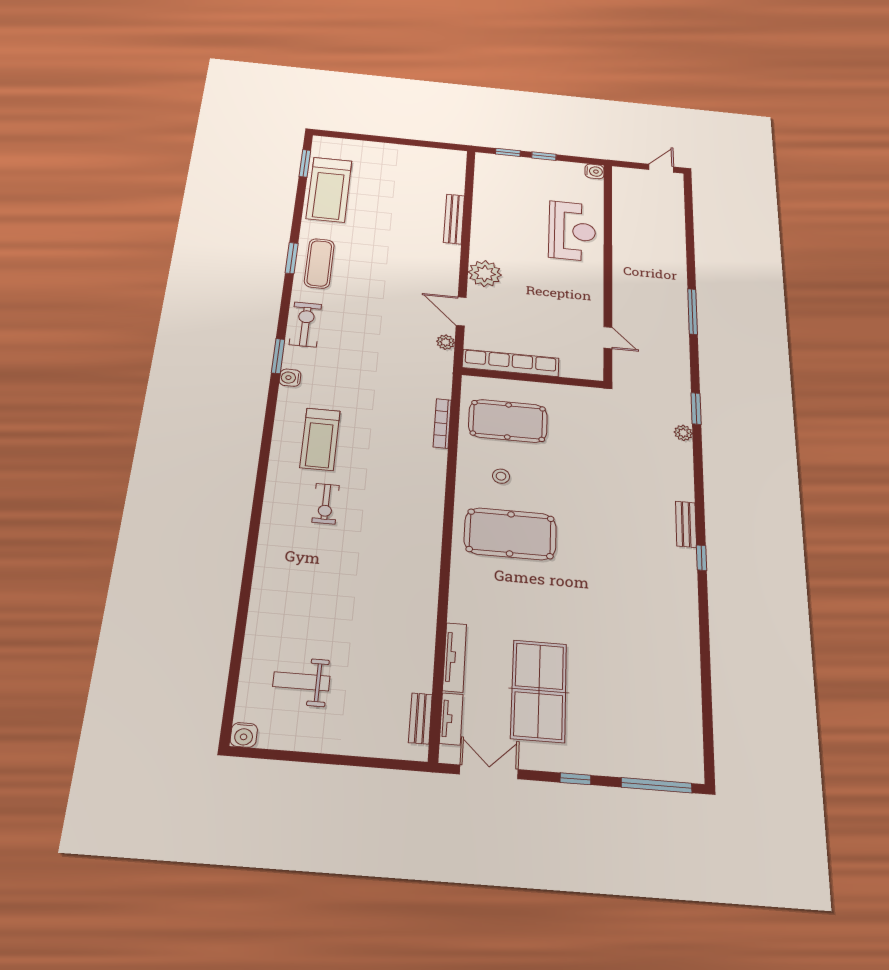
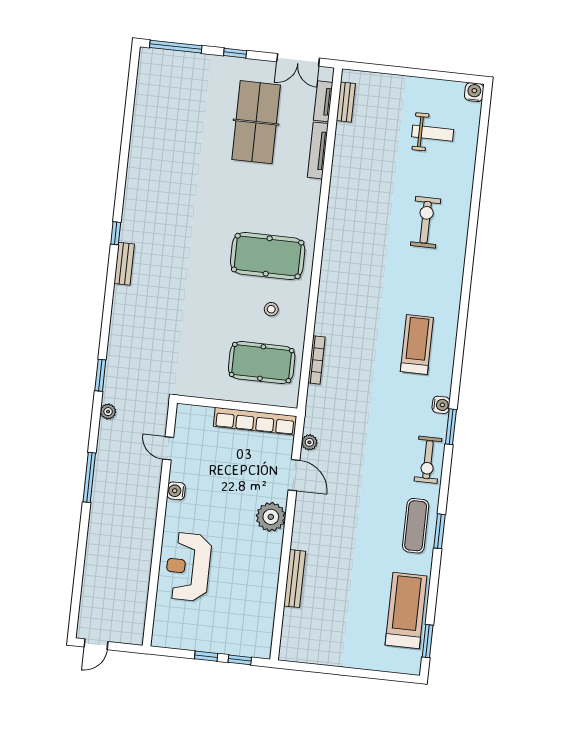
water cooler: (594, 171) -> (176, 491), moved
plant: (683, 433) -> (108, 412), moved
exercise bike: (326, 504) -> (426, 222), moved, width x1.38, depth x1.39

